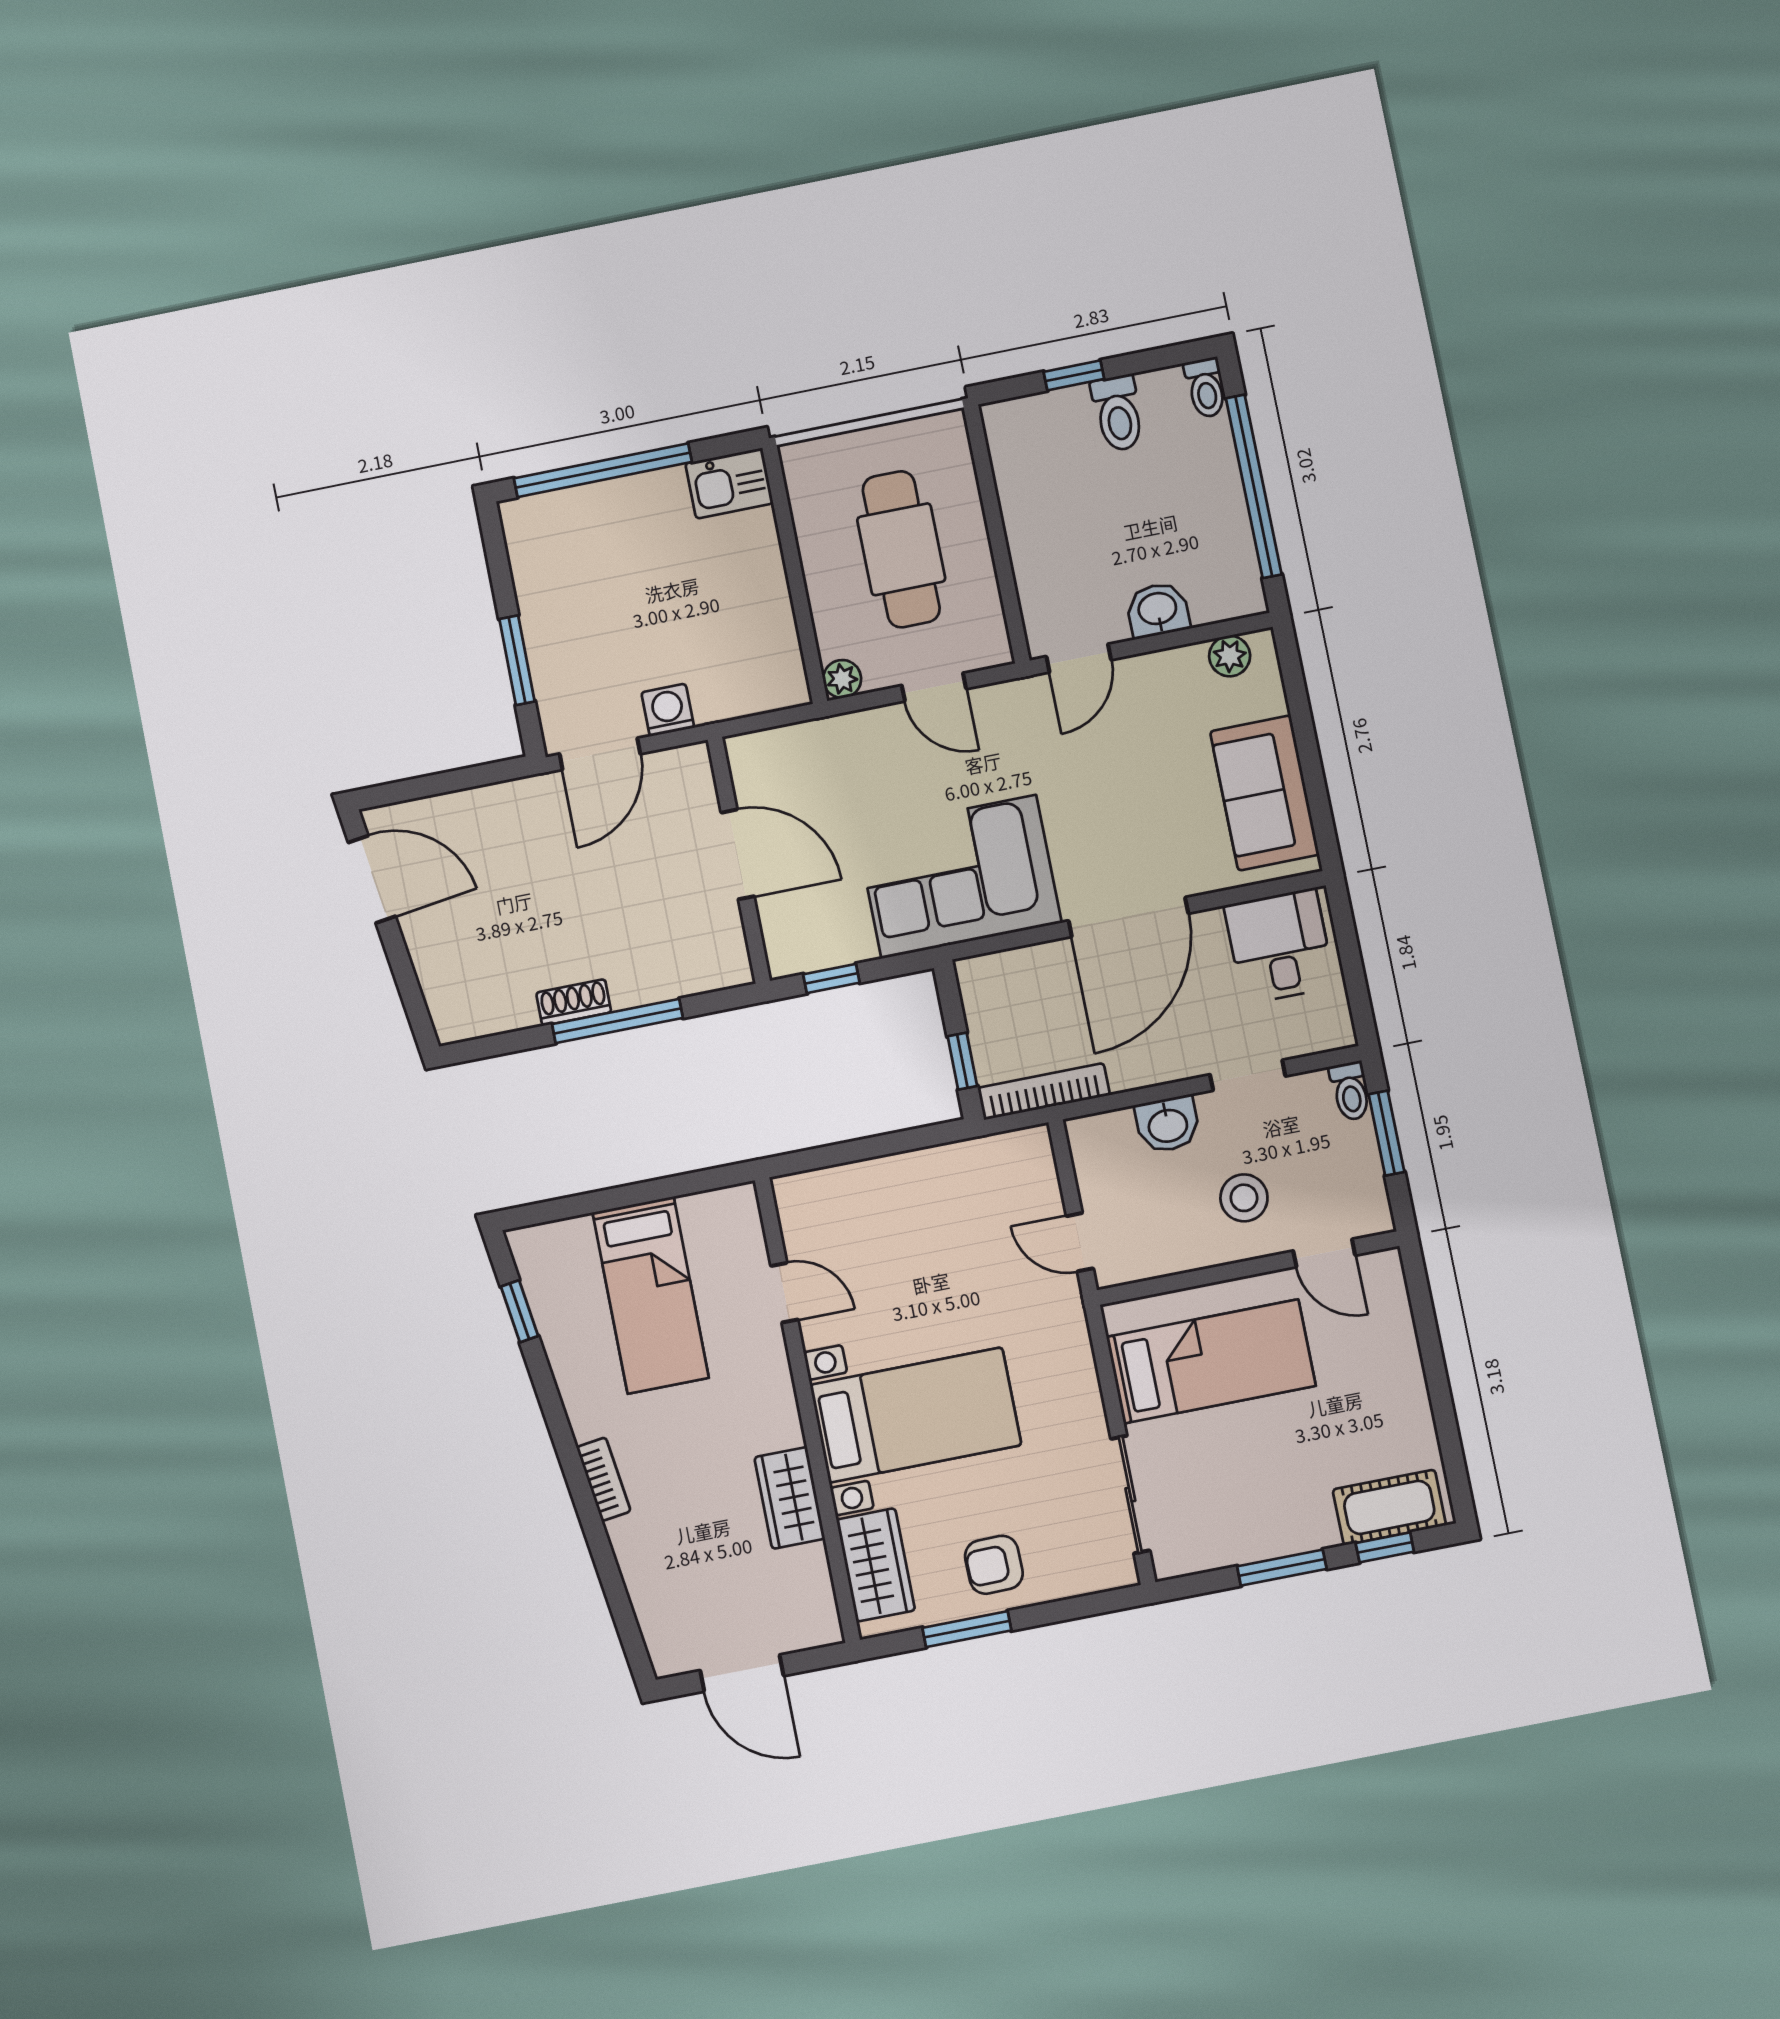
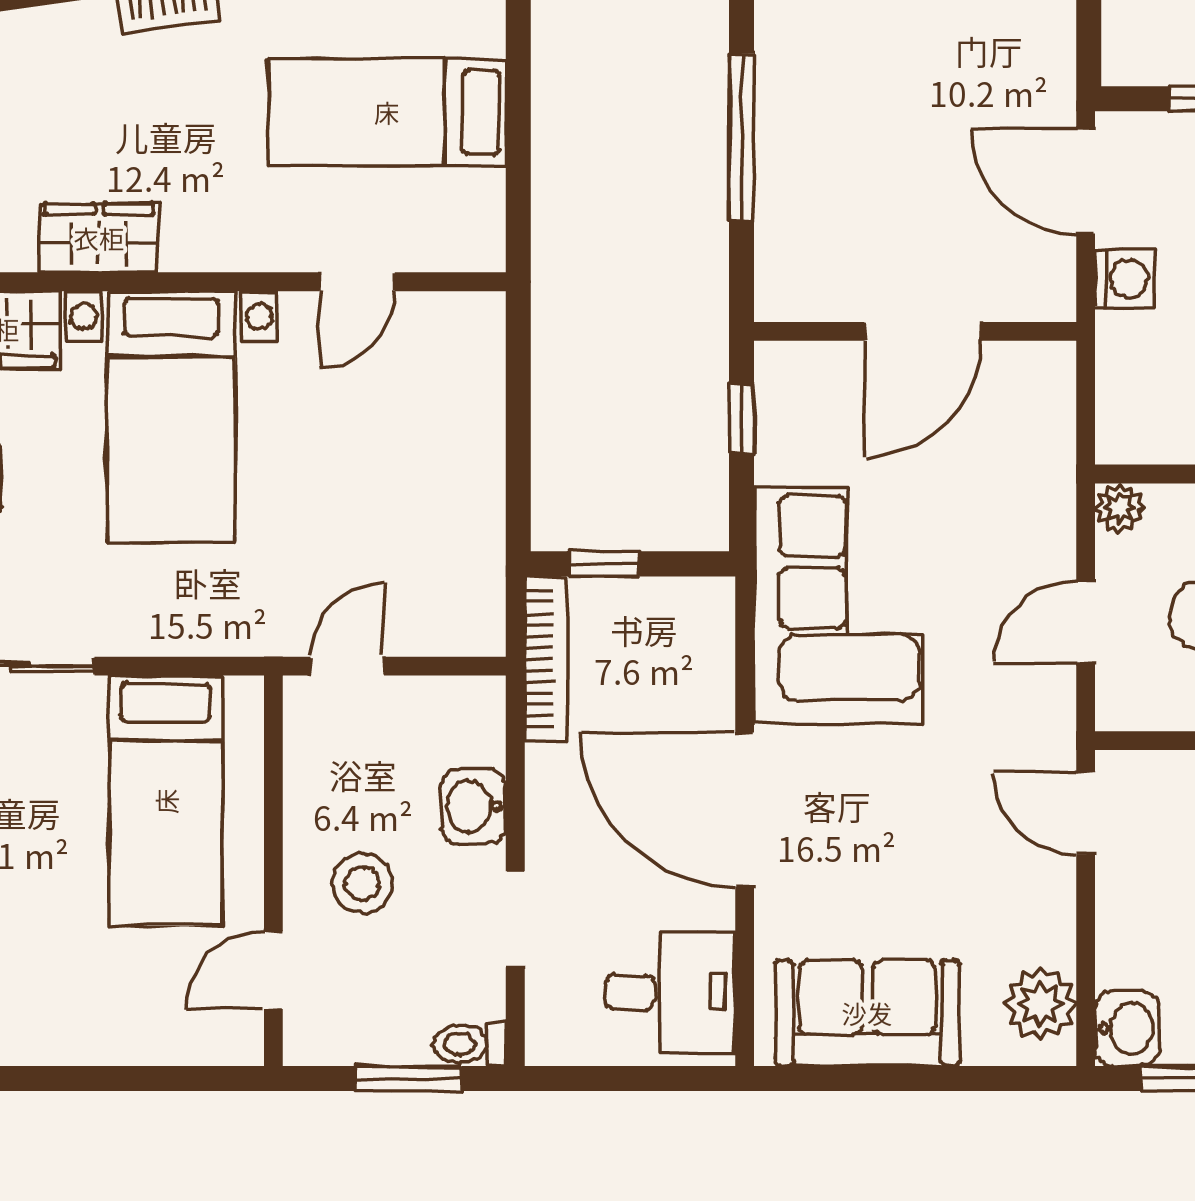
washbasin: (1158, 610) -> (1127, 1028), moved
plant: (1230, 656) -> (1040, 1004), width x1.38, depth x1.38
shoe rack: (574, 1002) -> (776, 87), removed

